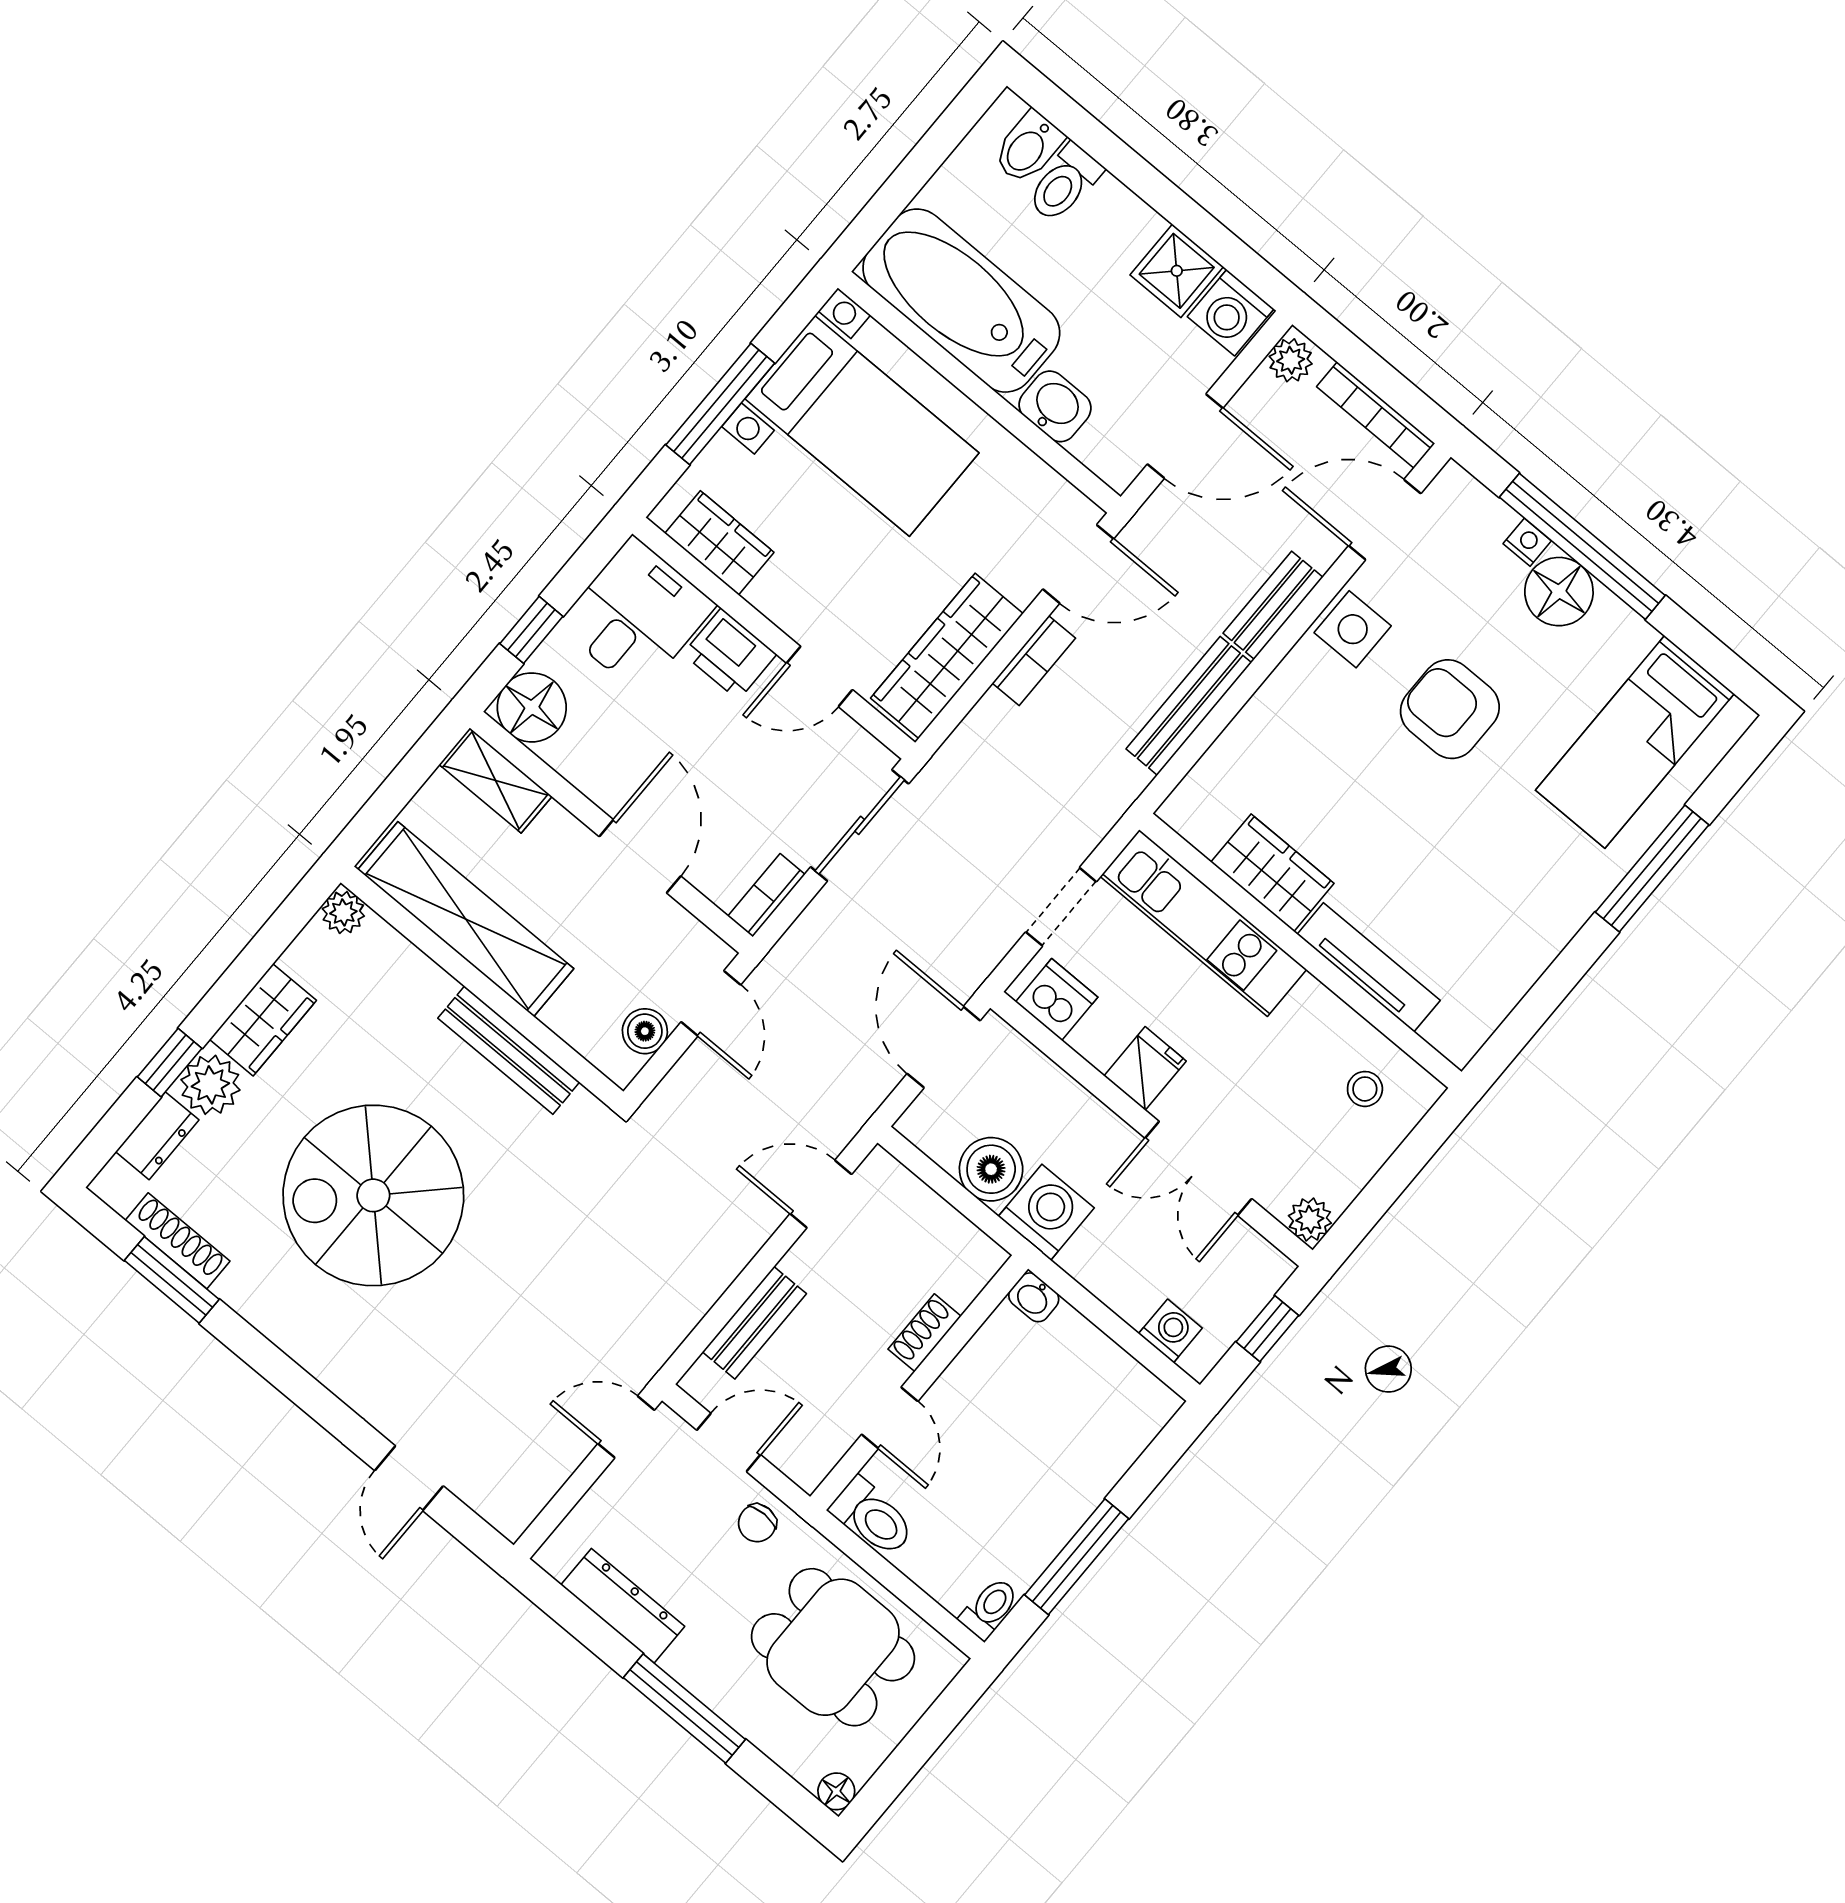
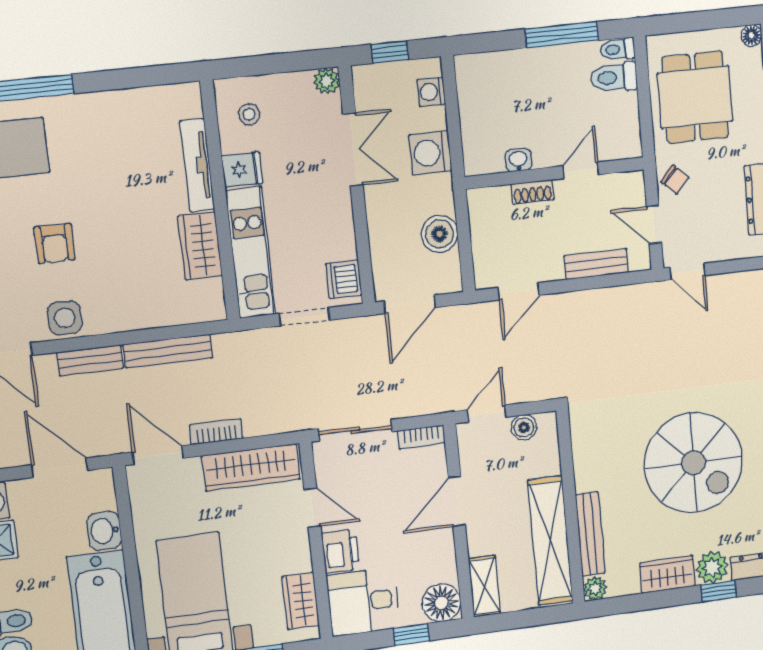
armchair: (1450, 709) -> (54, 243), width x0.72, depth x0.72
bench: (509, 1050) -> (590, 534), moved
fridge: (1145, 1068) -> (242, 170), moved, turned 180
door: (821, 1194) -> (518, 291), hinge flipped
washing machine: (1046, 1212) -> (430, 153), moved
washbasin: (1034, 1297) -> (518, 160), moved, turned -90
toilet: (872, 1517) -> (614, 77), moved, turned -90
chair: (757, 1523) -> (675, 180), turned 42

